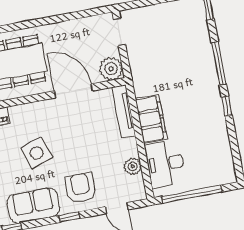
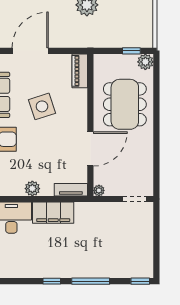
plant: (111, 69) -> (99, 190), width x0.53, depth x0.53
tv unit: (124, 111) -> (71, 190), width x0.71
plant: (133, 166) -> (32, 189), moved

